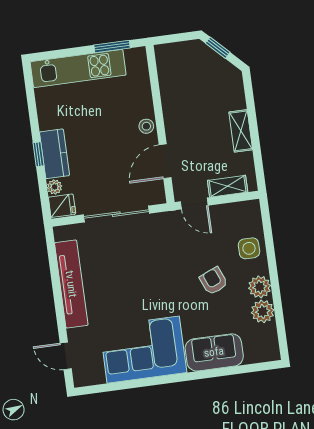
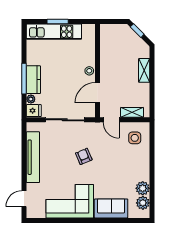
window: (112, 47) -> (58, 22), moved
shelving: (241, 131) -> (144, 70), moved
window: (38, 154) -> (24, 79), width x2.17
side table: (249, 248) -> (135, 138), moved
armchair: (214, 281) -> (84, 156), moved
plant: (260, 287) -> (143, 203), moved
door: (66, 356) -> (24, 199), hinge flipped

